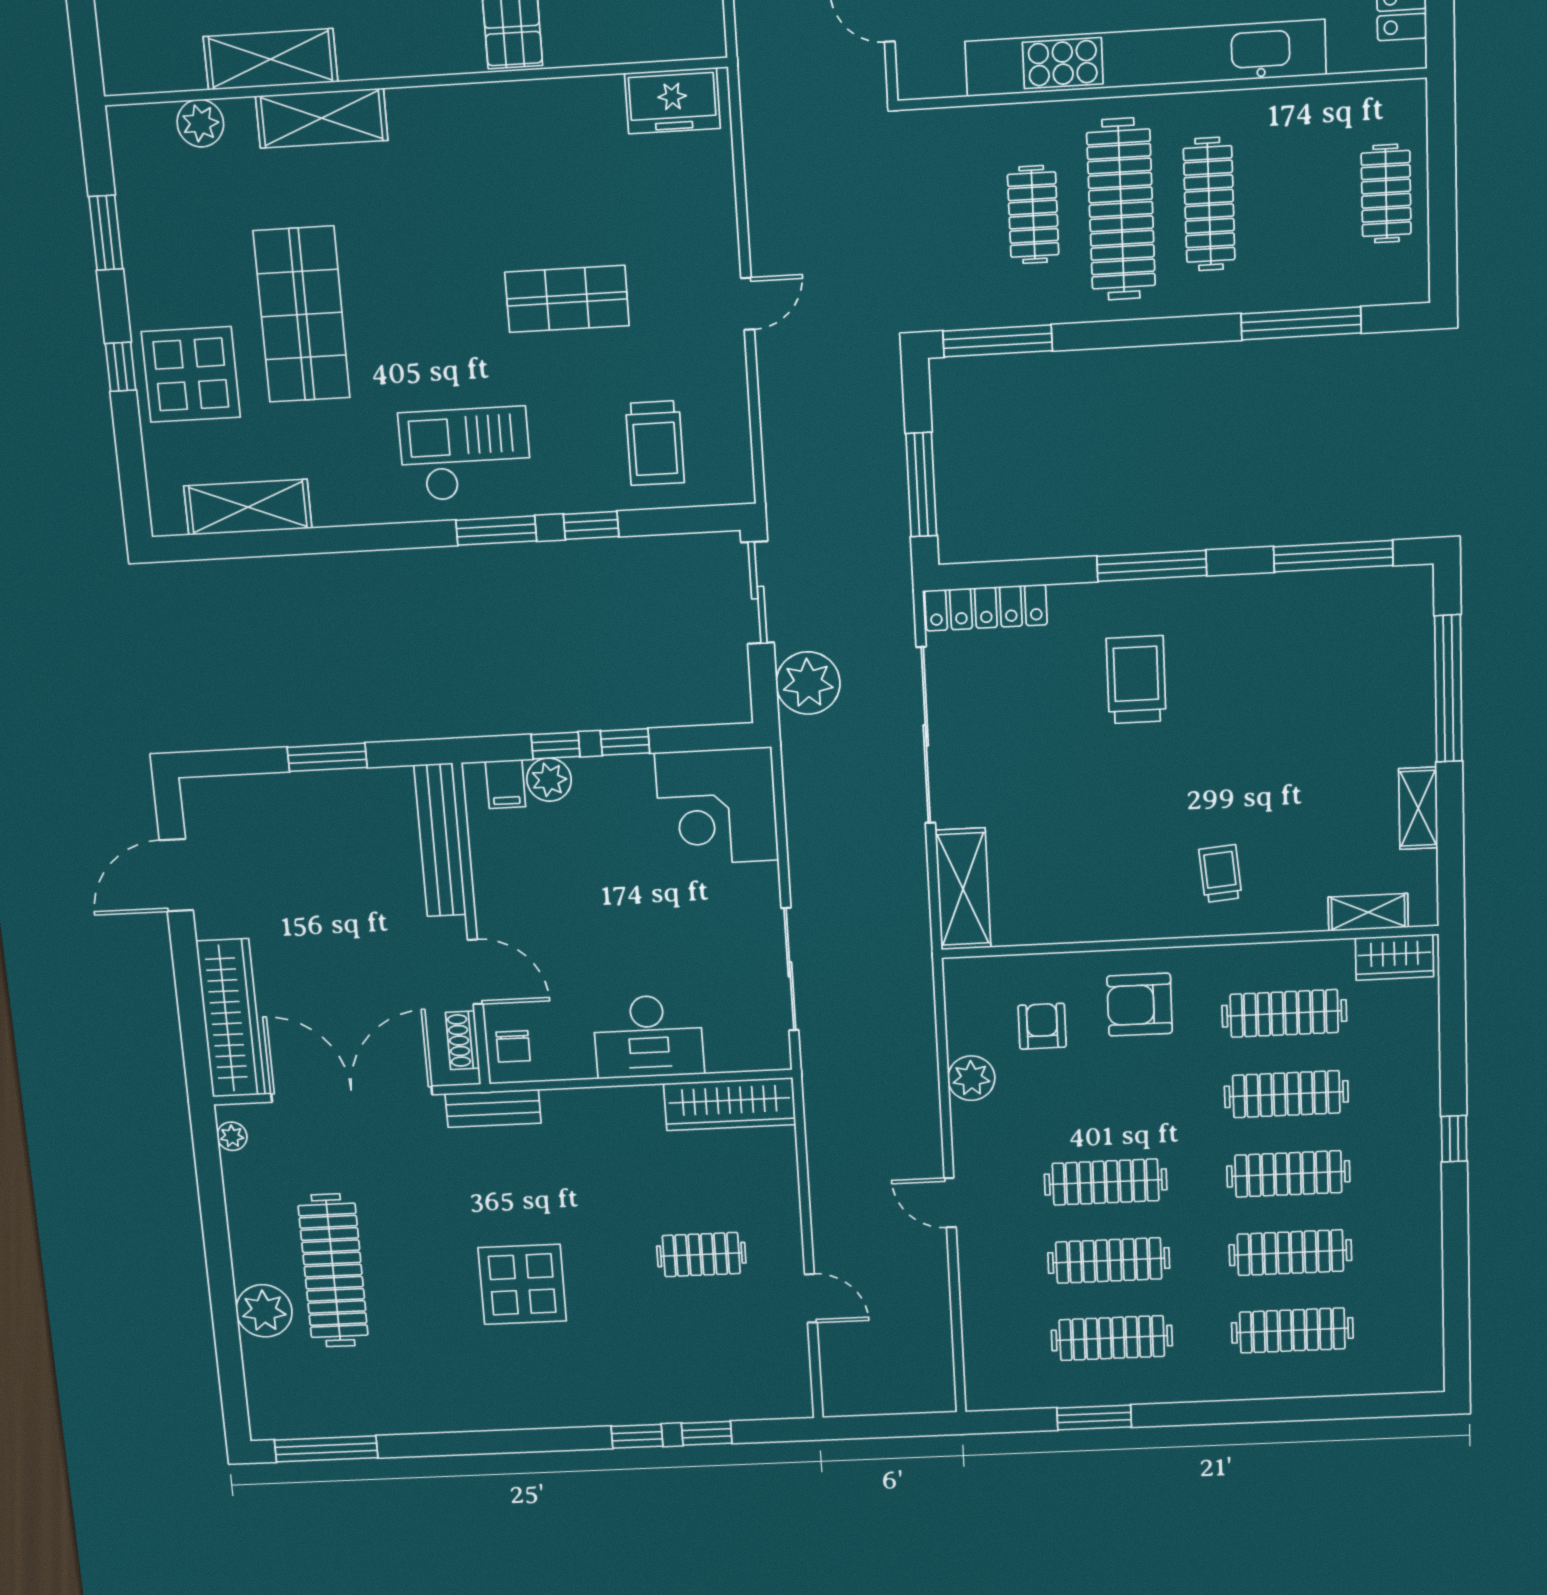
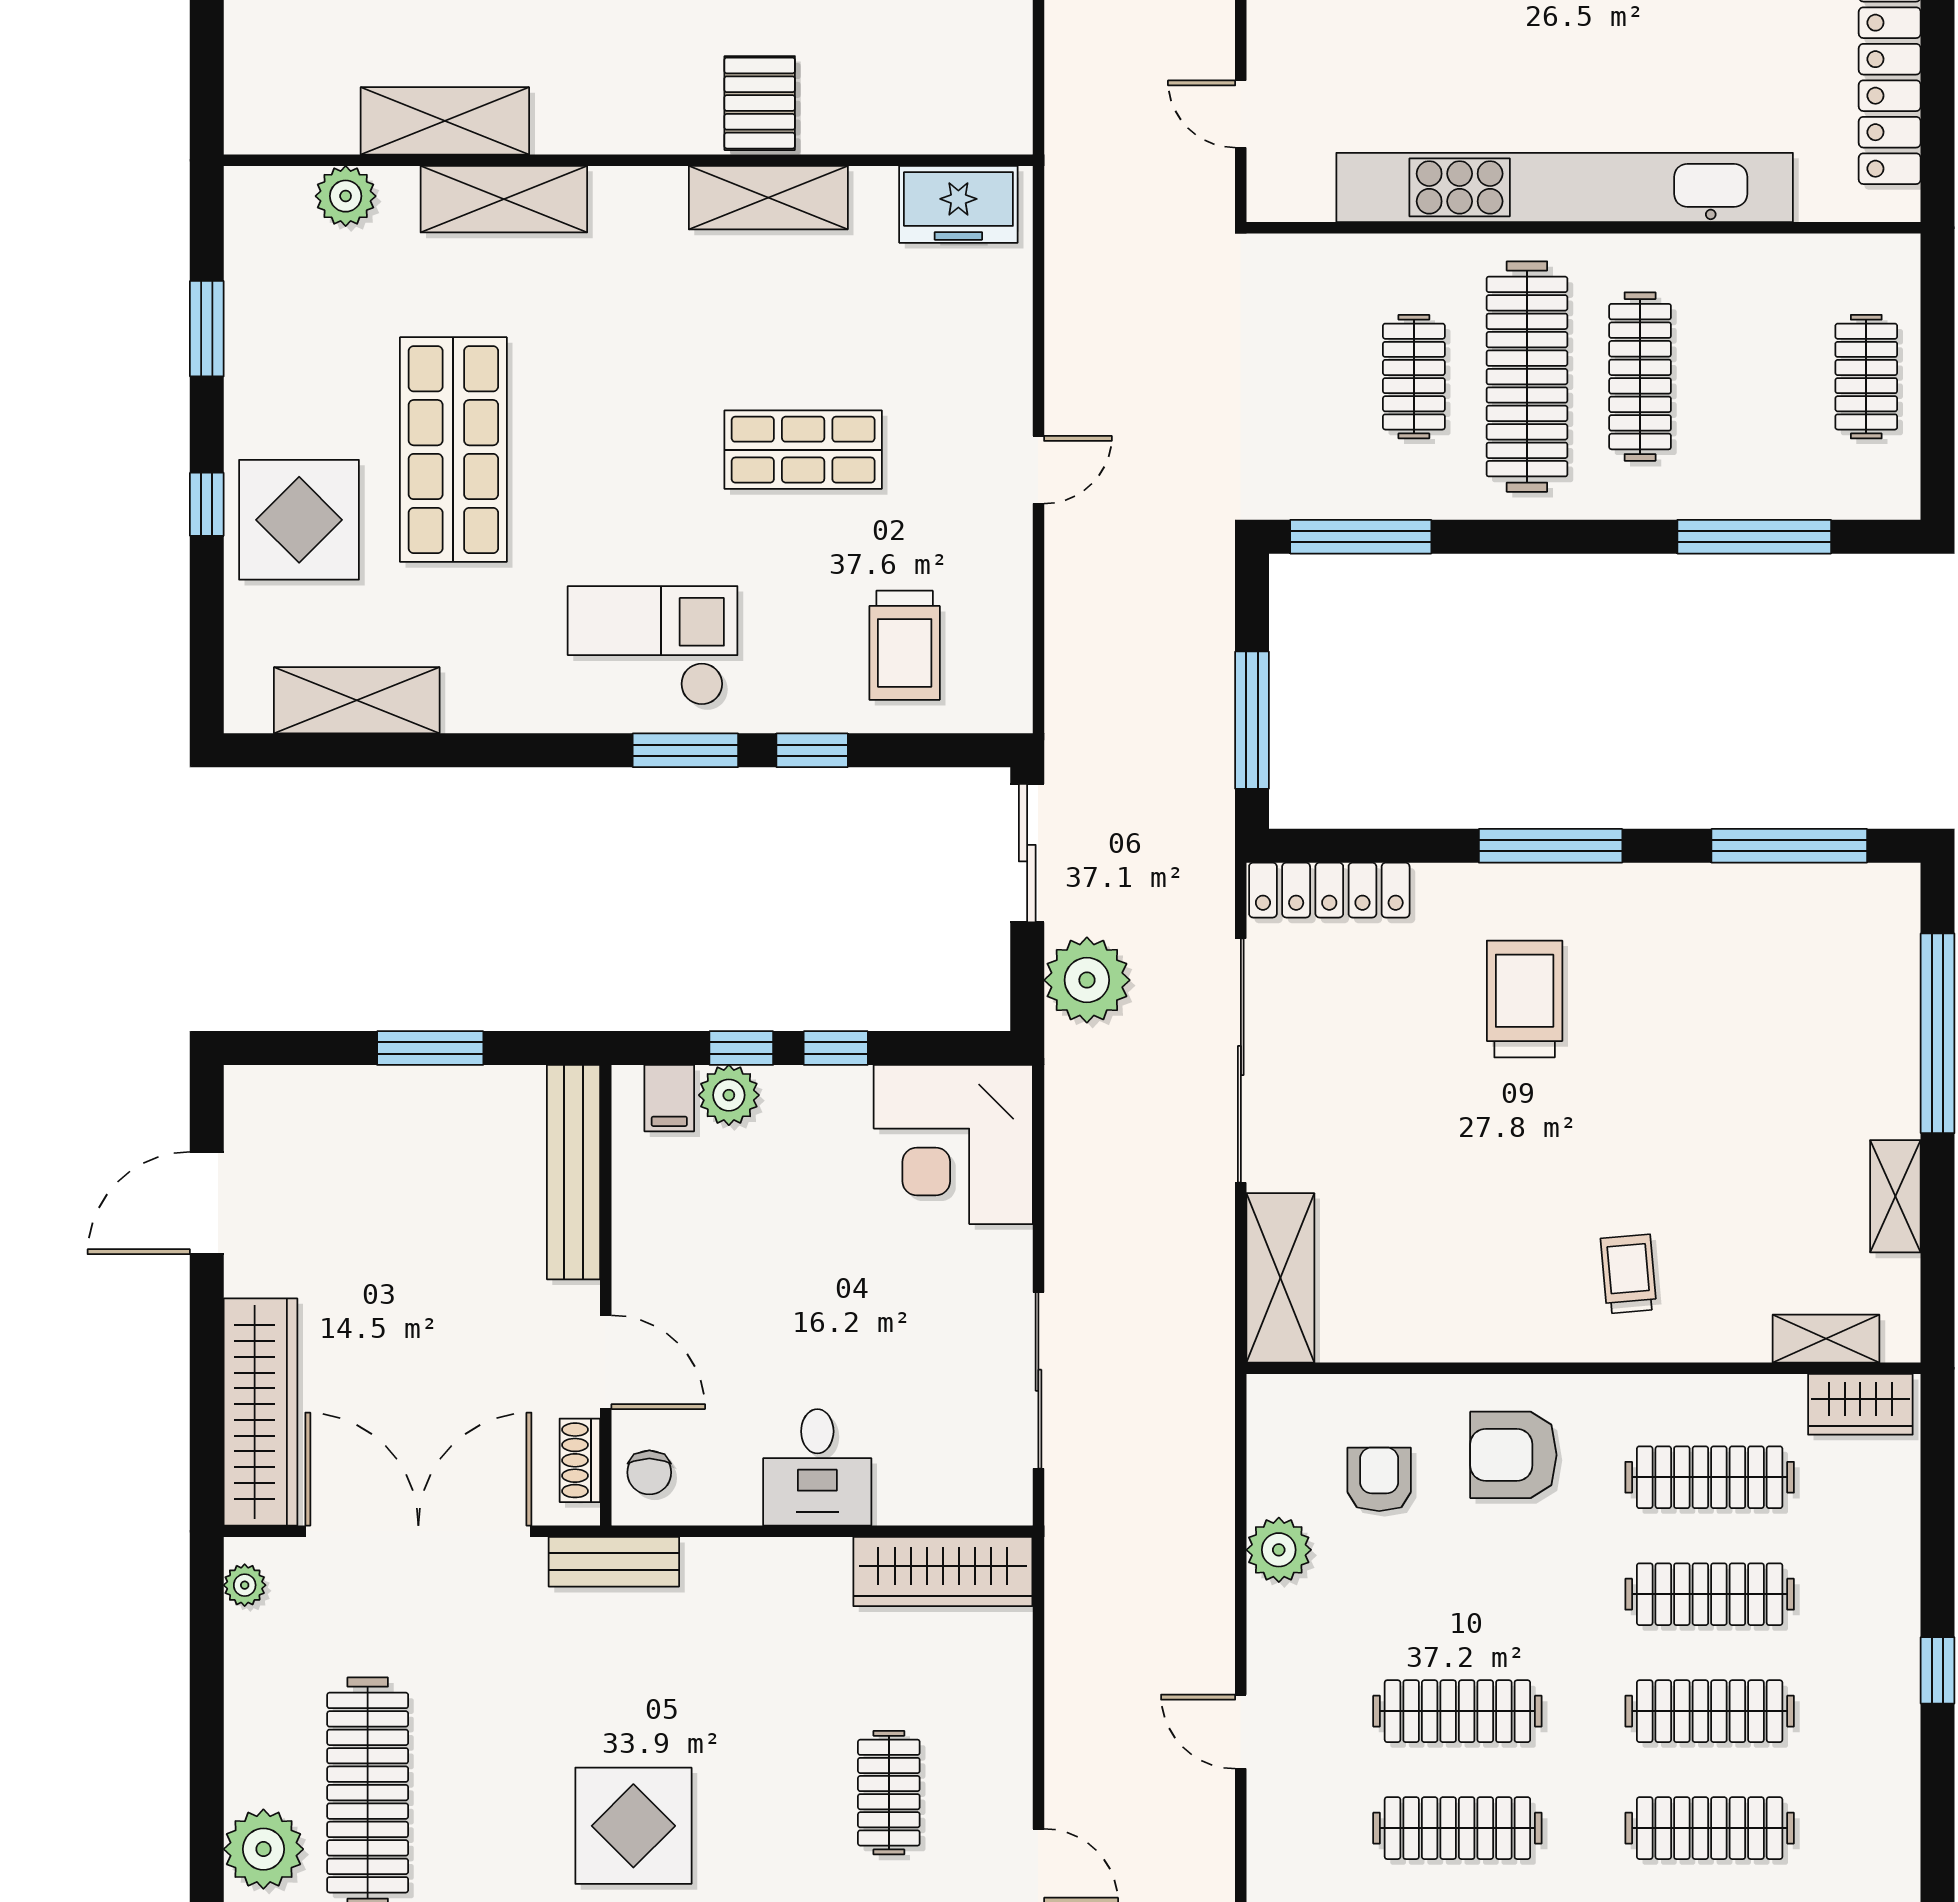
shelving: (525, 104) -> (768, 198), added
desk: (648, 1036) -> (817, 1467), width x0.73
clothes rail: (701, 1255) -> (889, 1793), turned 90

